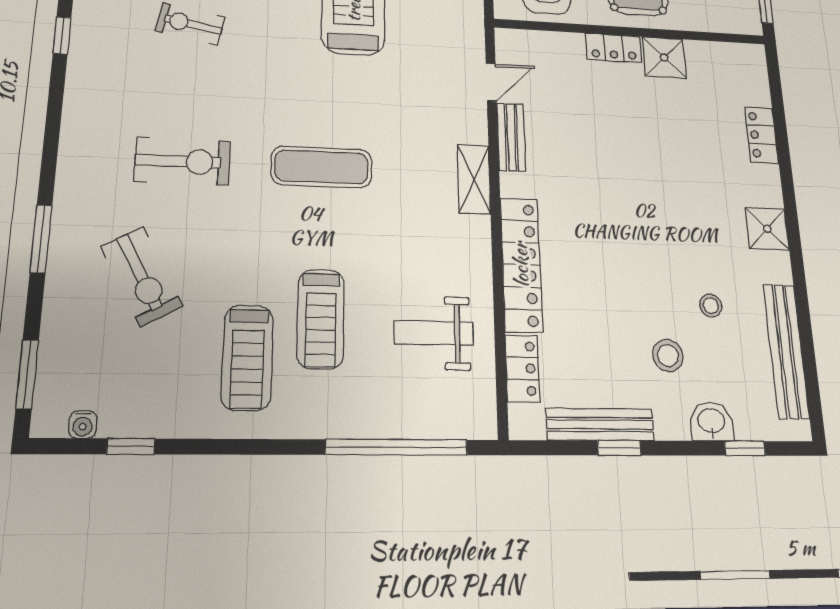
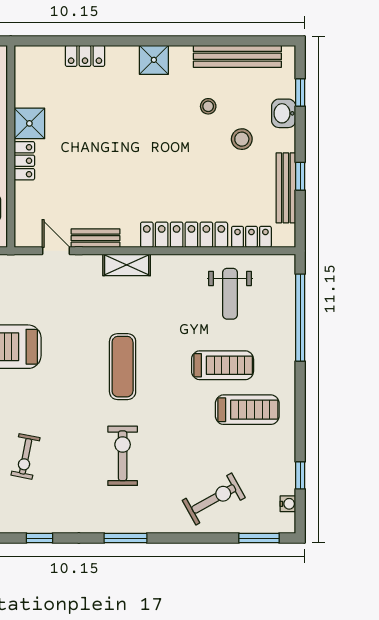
window: (41, 239) -> (125, 538), moved
exercise bike: (141, 276) -> (214, 499), moved

